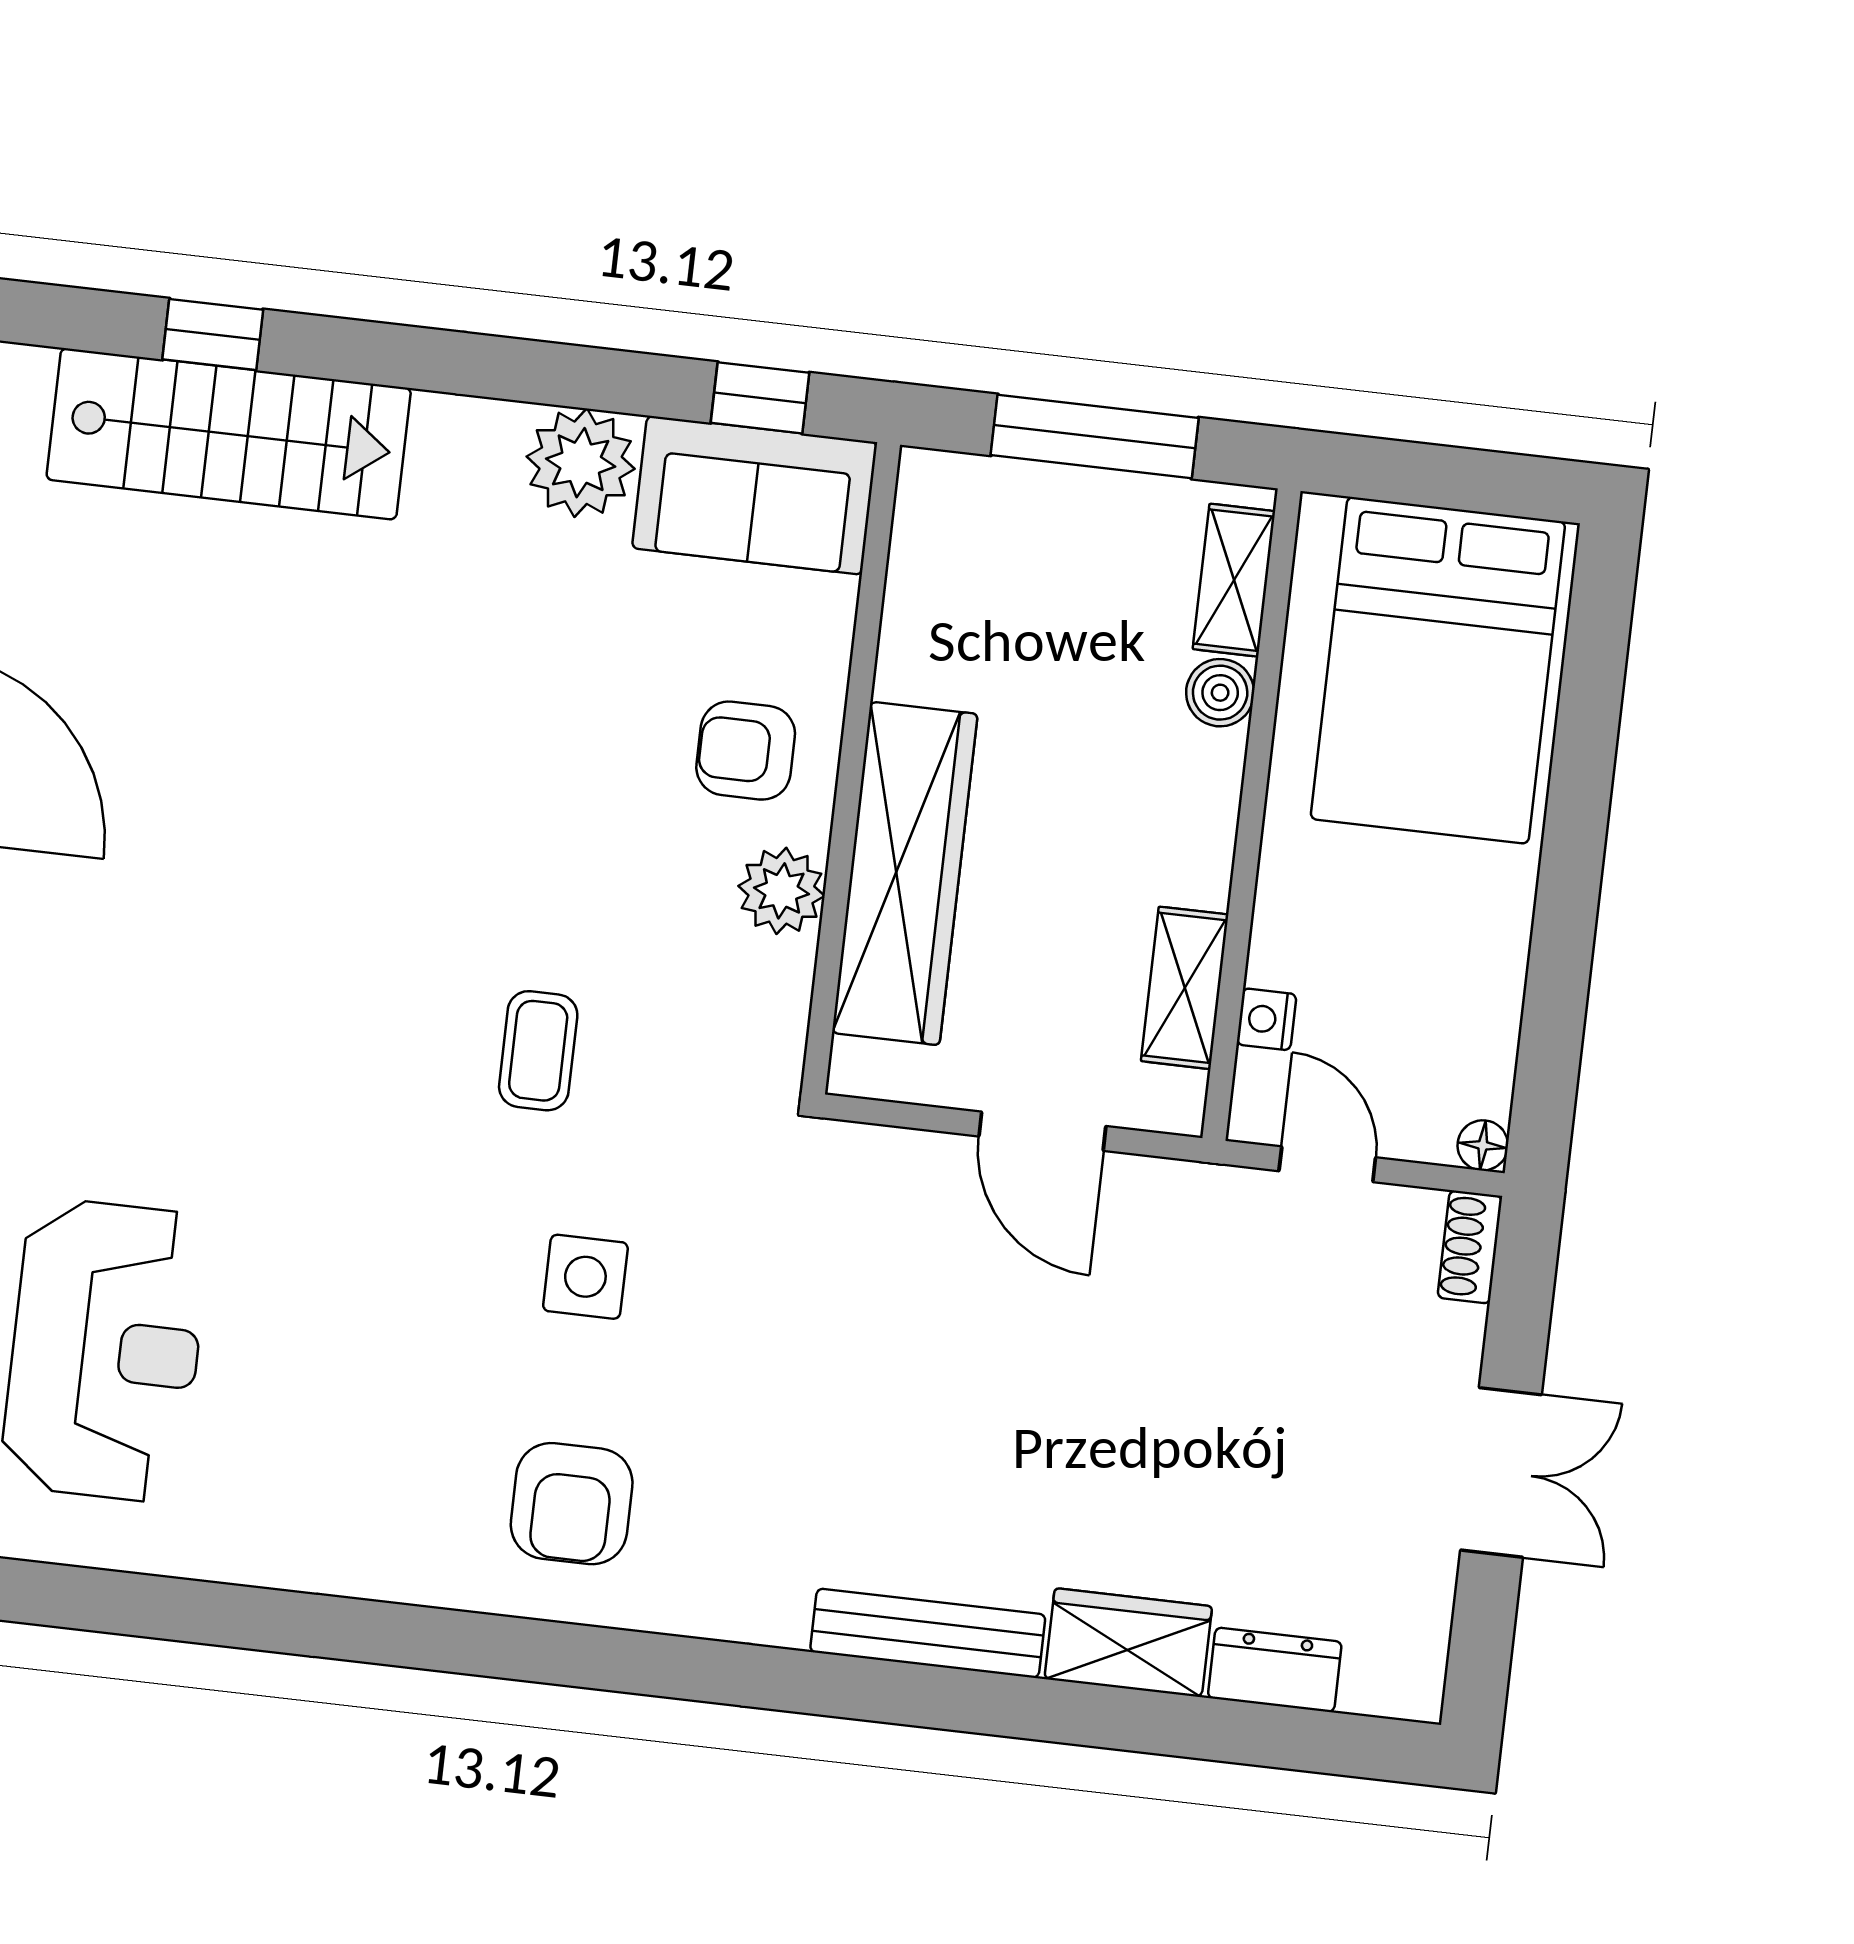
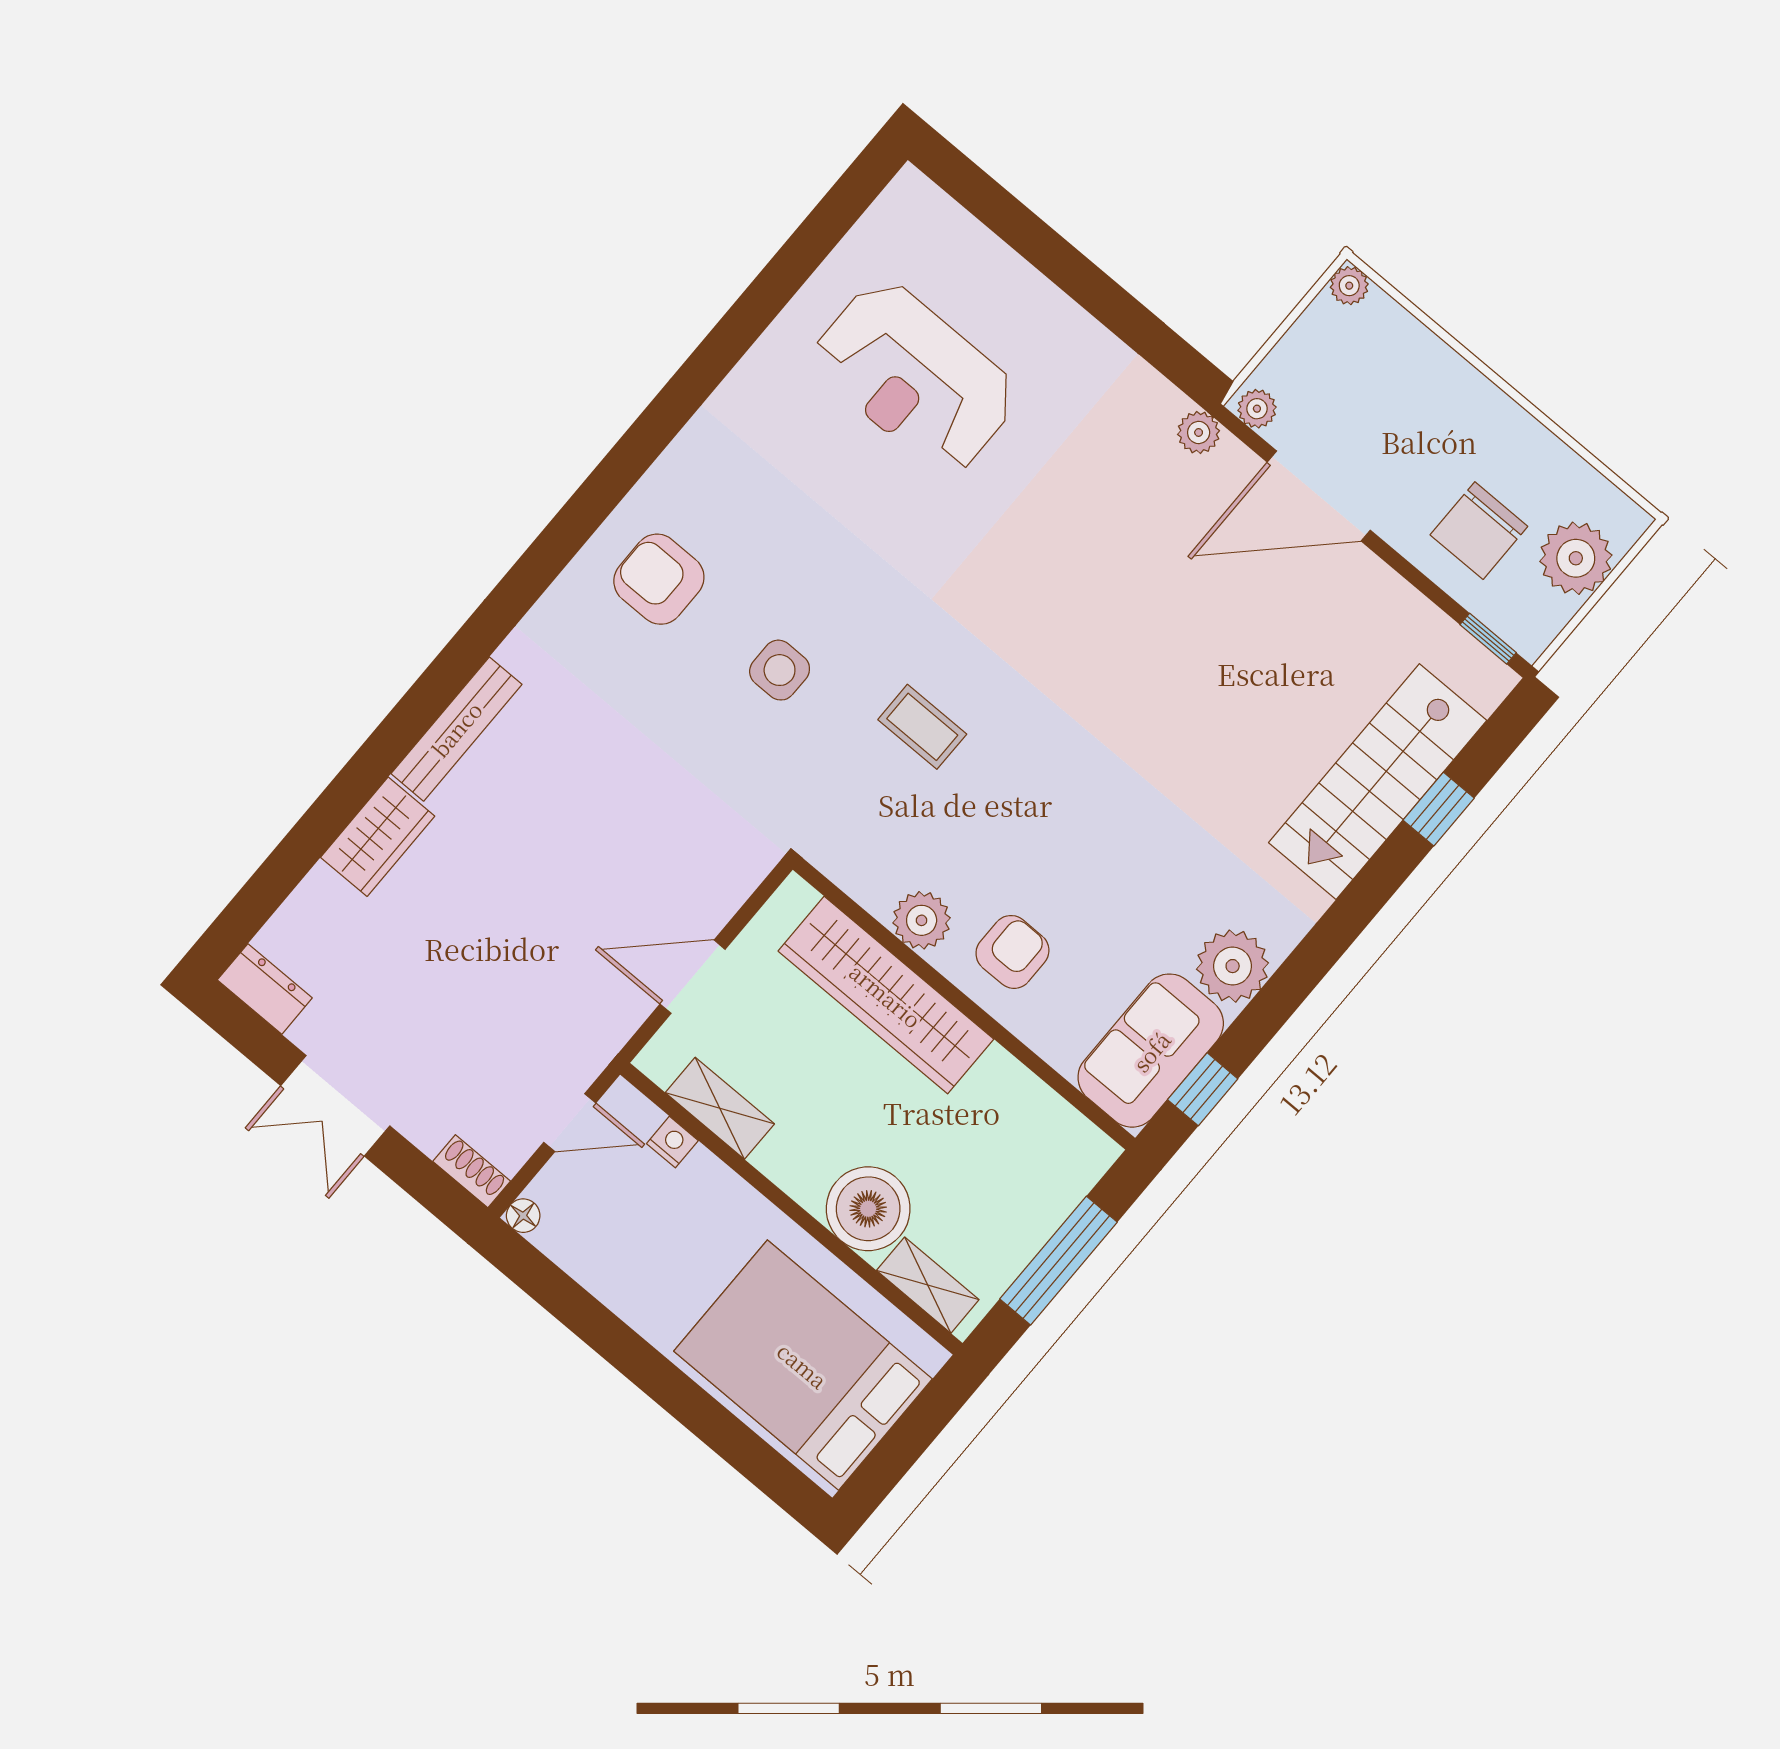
boiler: (1220, 693) -> (868, 1209), width x1.86, depth x1.86
dresser: (1275, 1670) -> (265, 989), moved, turned -90

